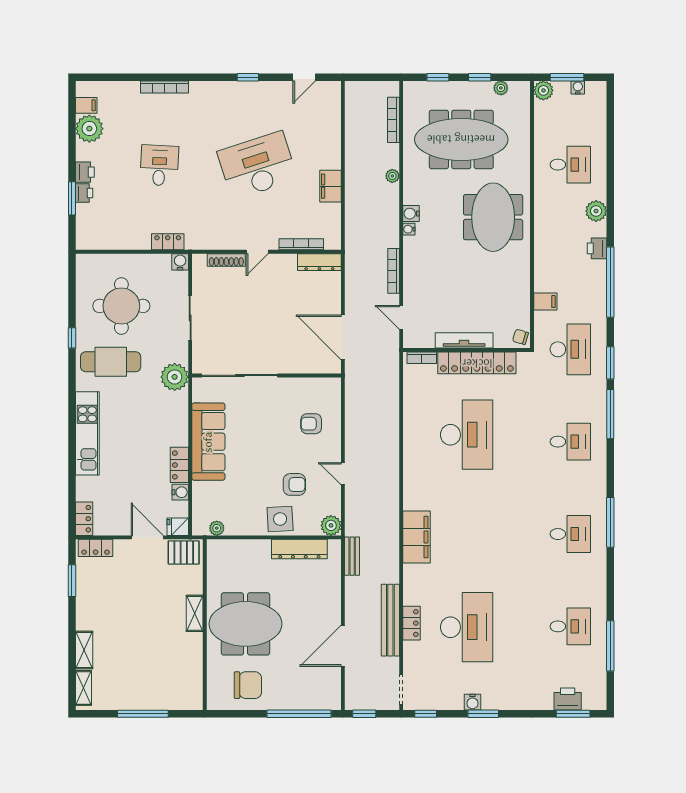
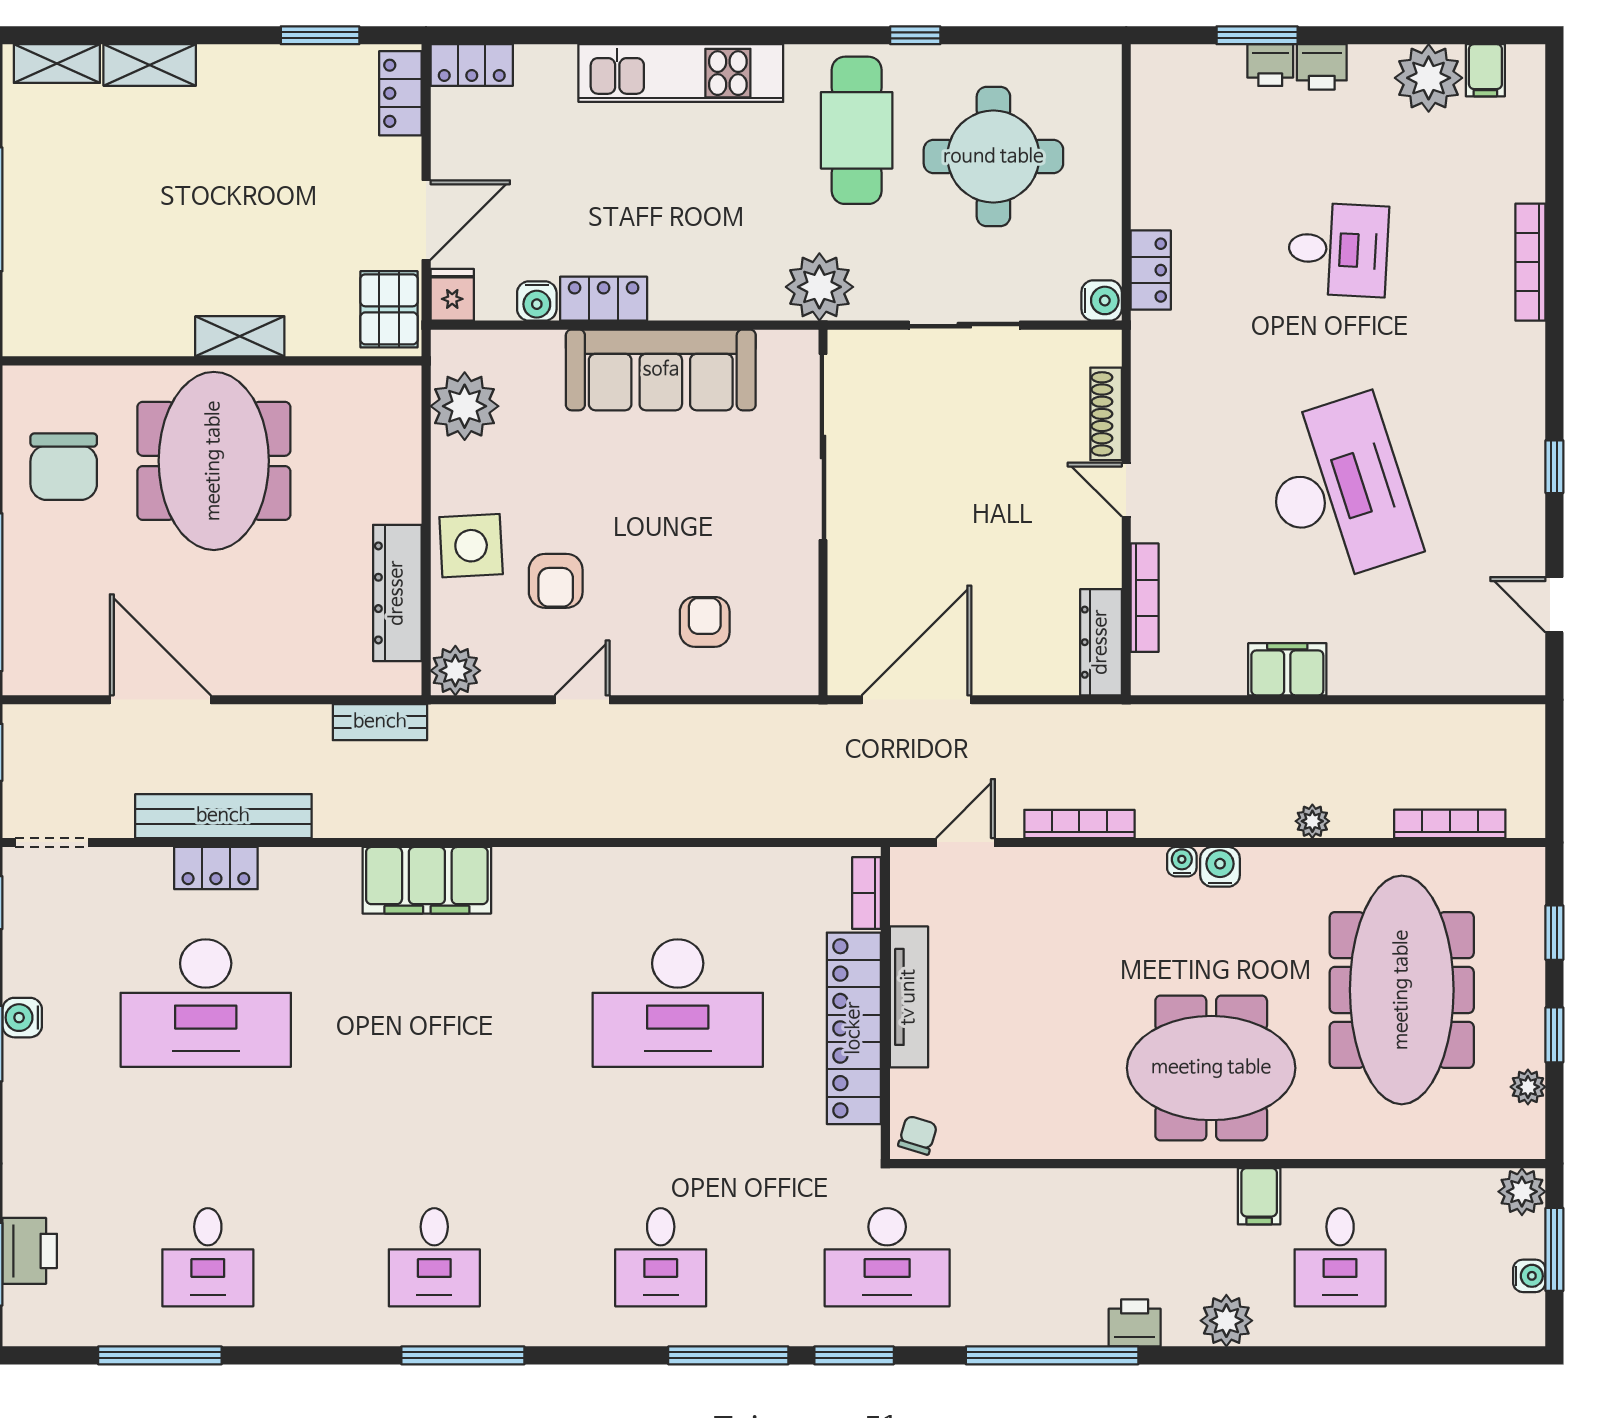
filing cabinet: (545, 302) -> (1259, 1196), moved
plant: (217, 528) -> (465, 406), width x1.87, depth x1.87

